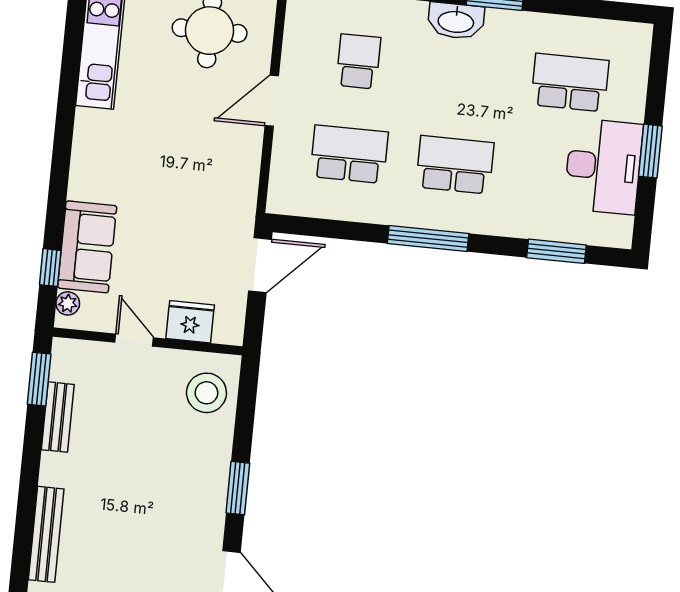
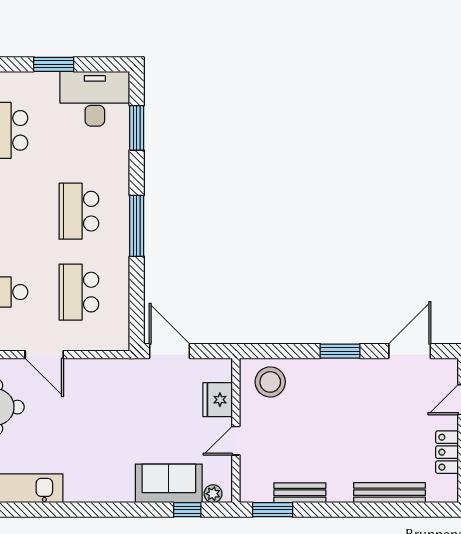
desk: (603, 166) -> (95, 99), moved

